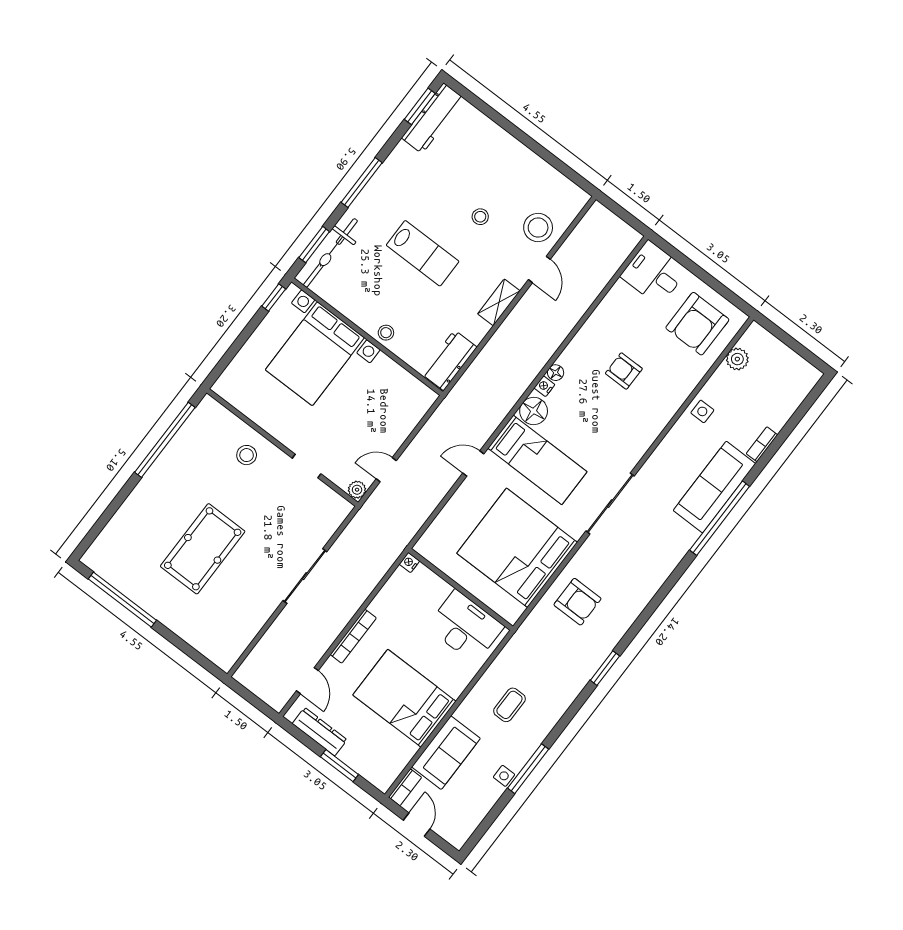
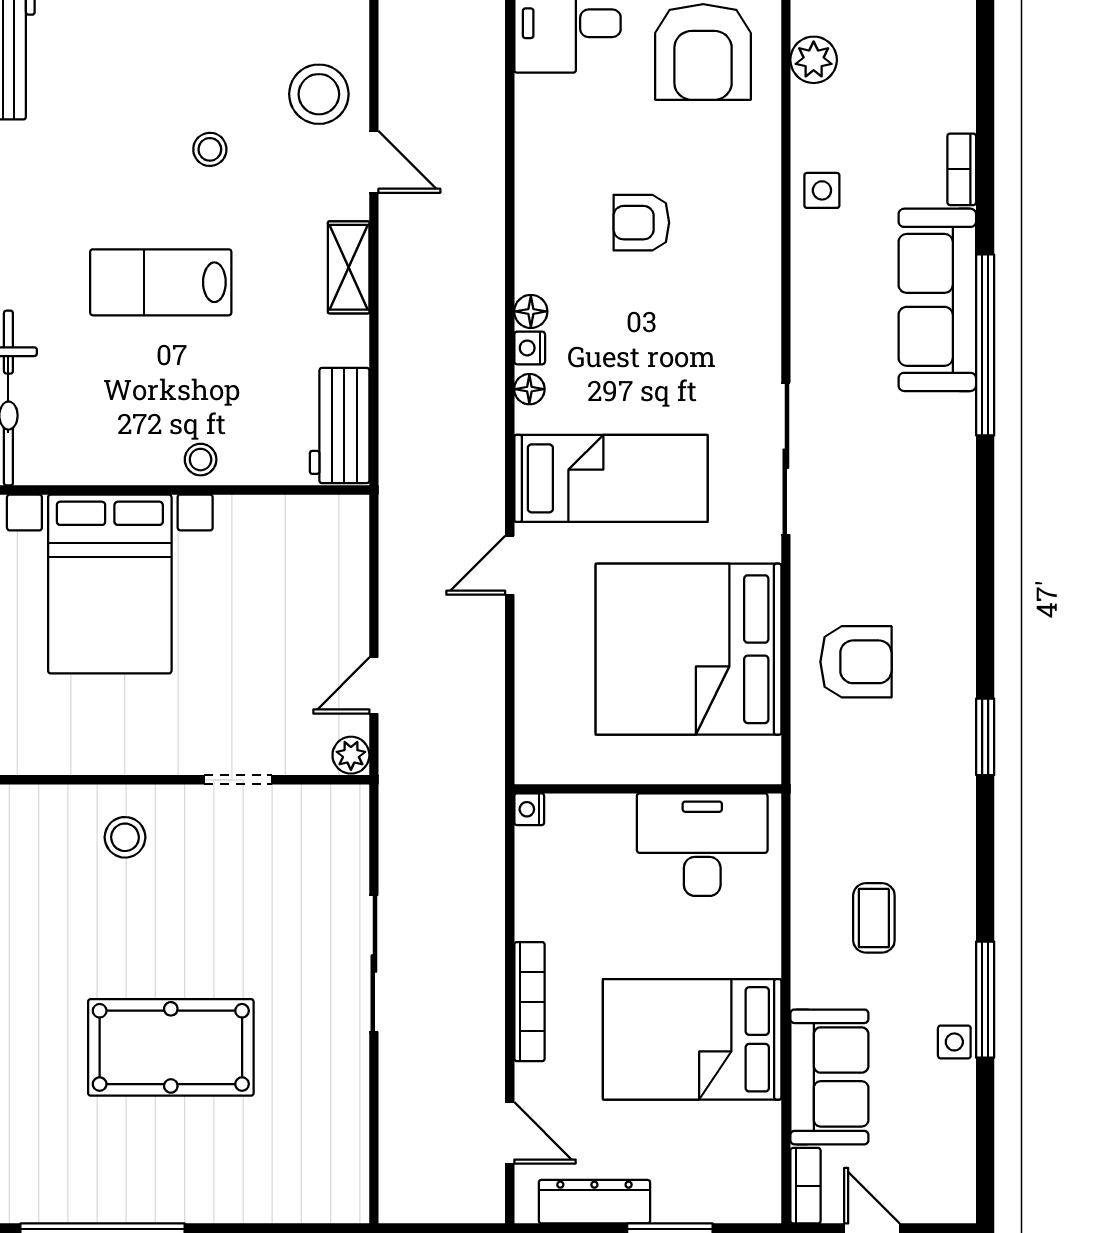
lab bench: (423, 253) -> (161, 282), turned 180
floor lamp: (534, 411) -> (529, 389), width x0.53, depth x0.53
pool table: (203, 549) -> (171, 1047), turned 90

